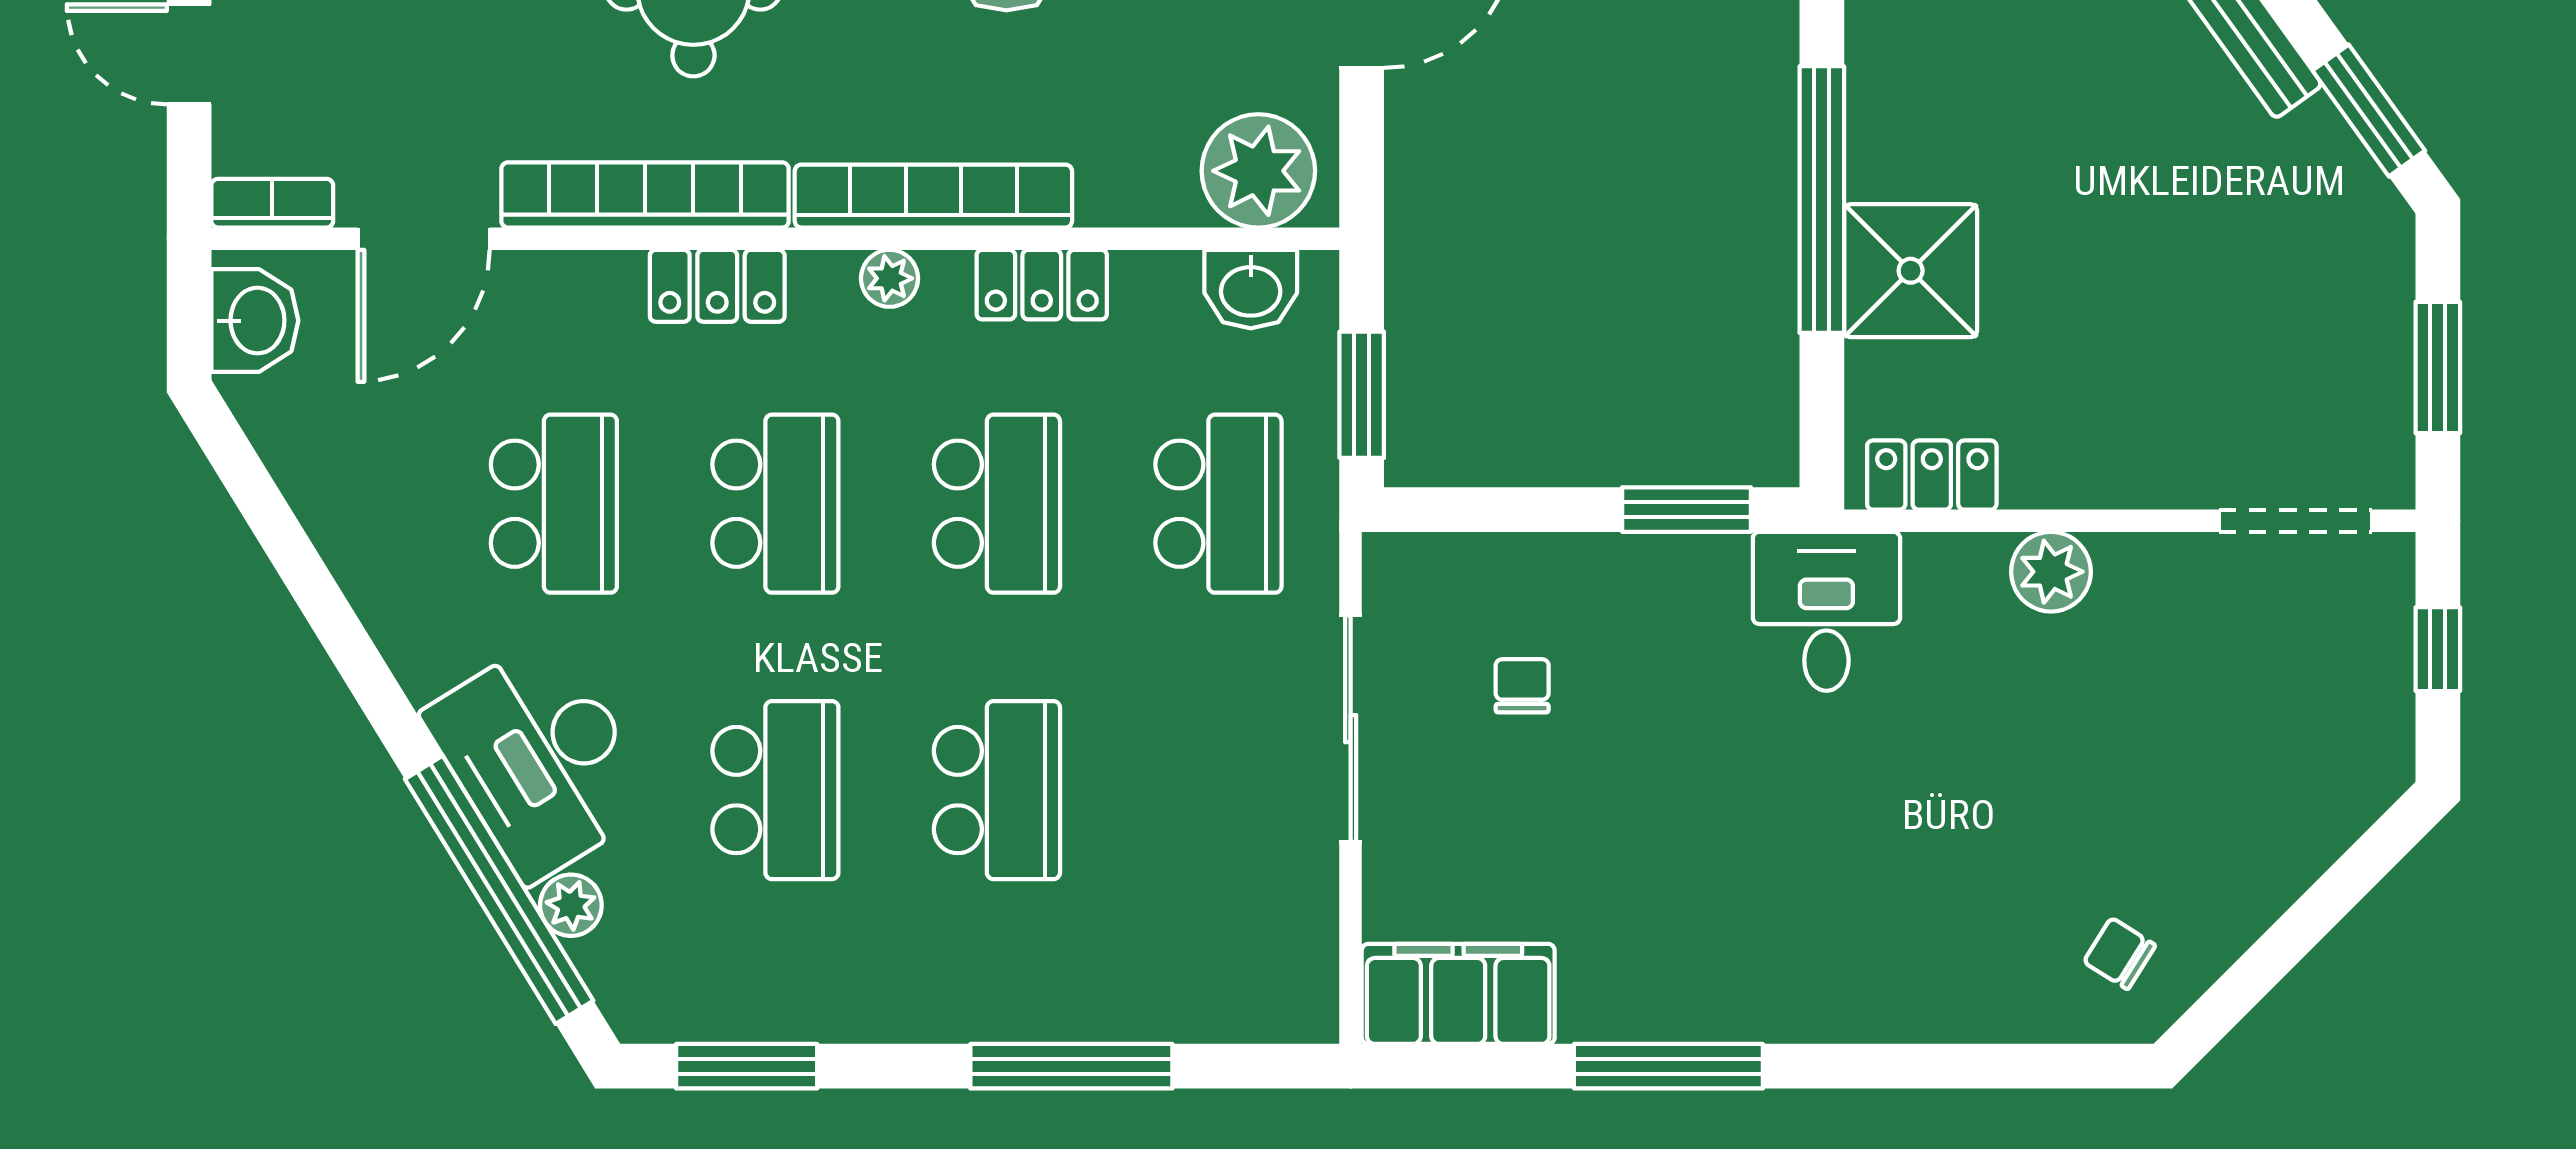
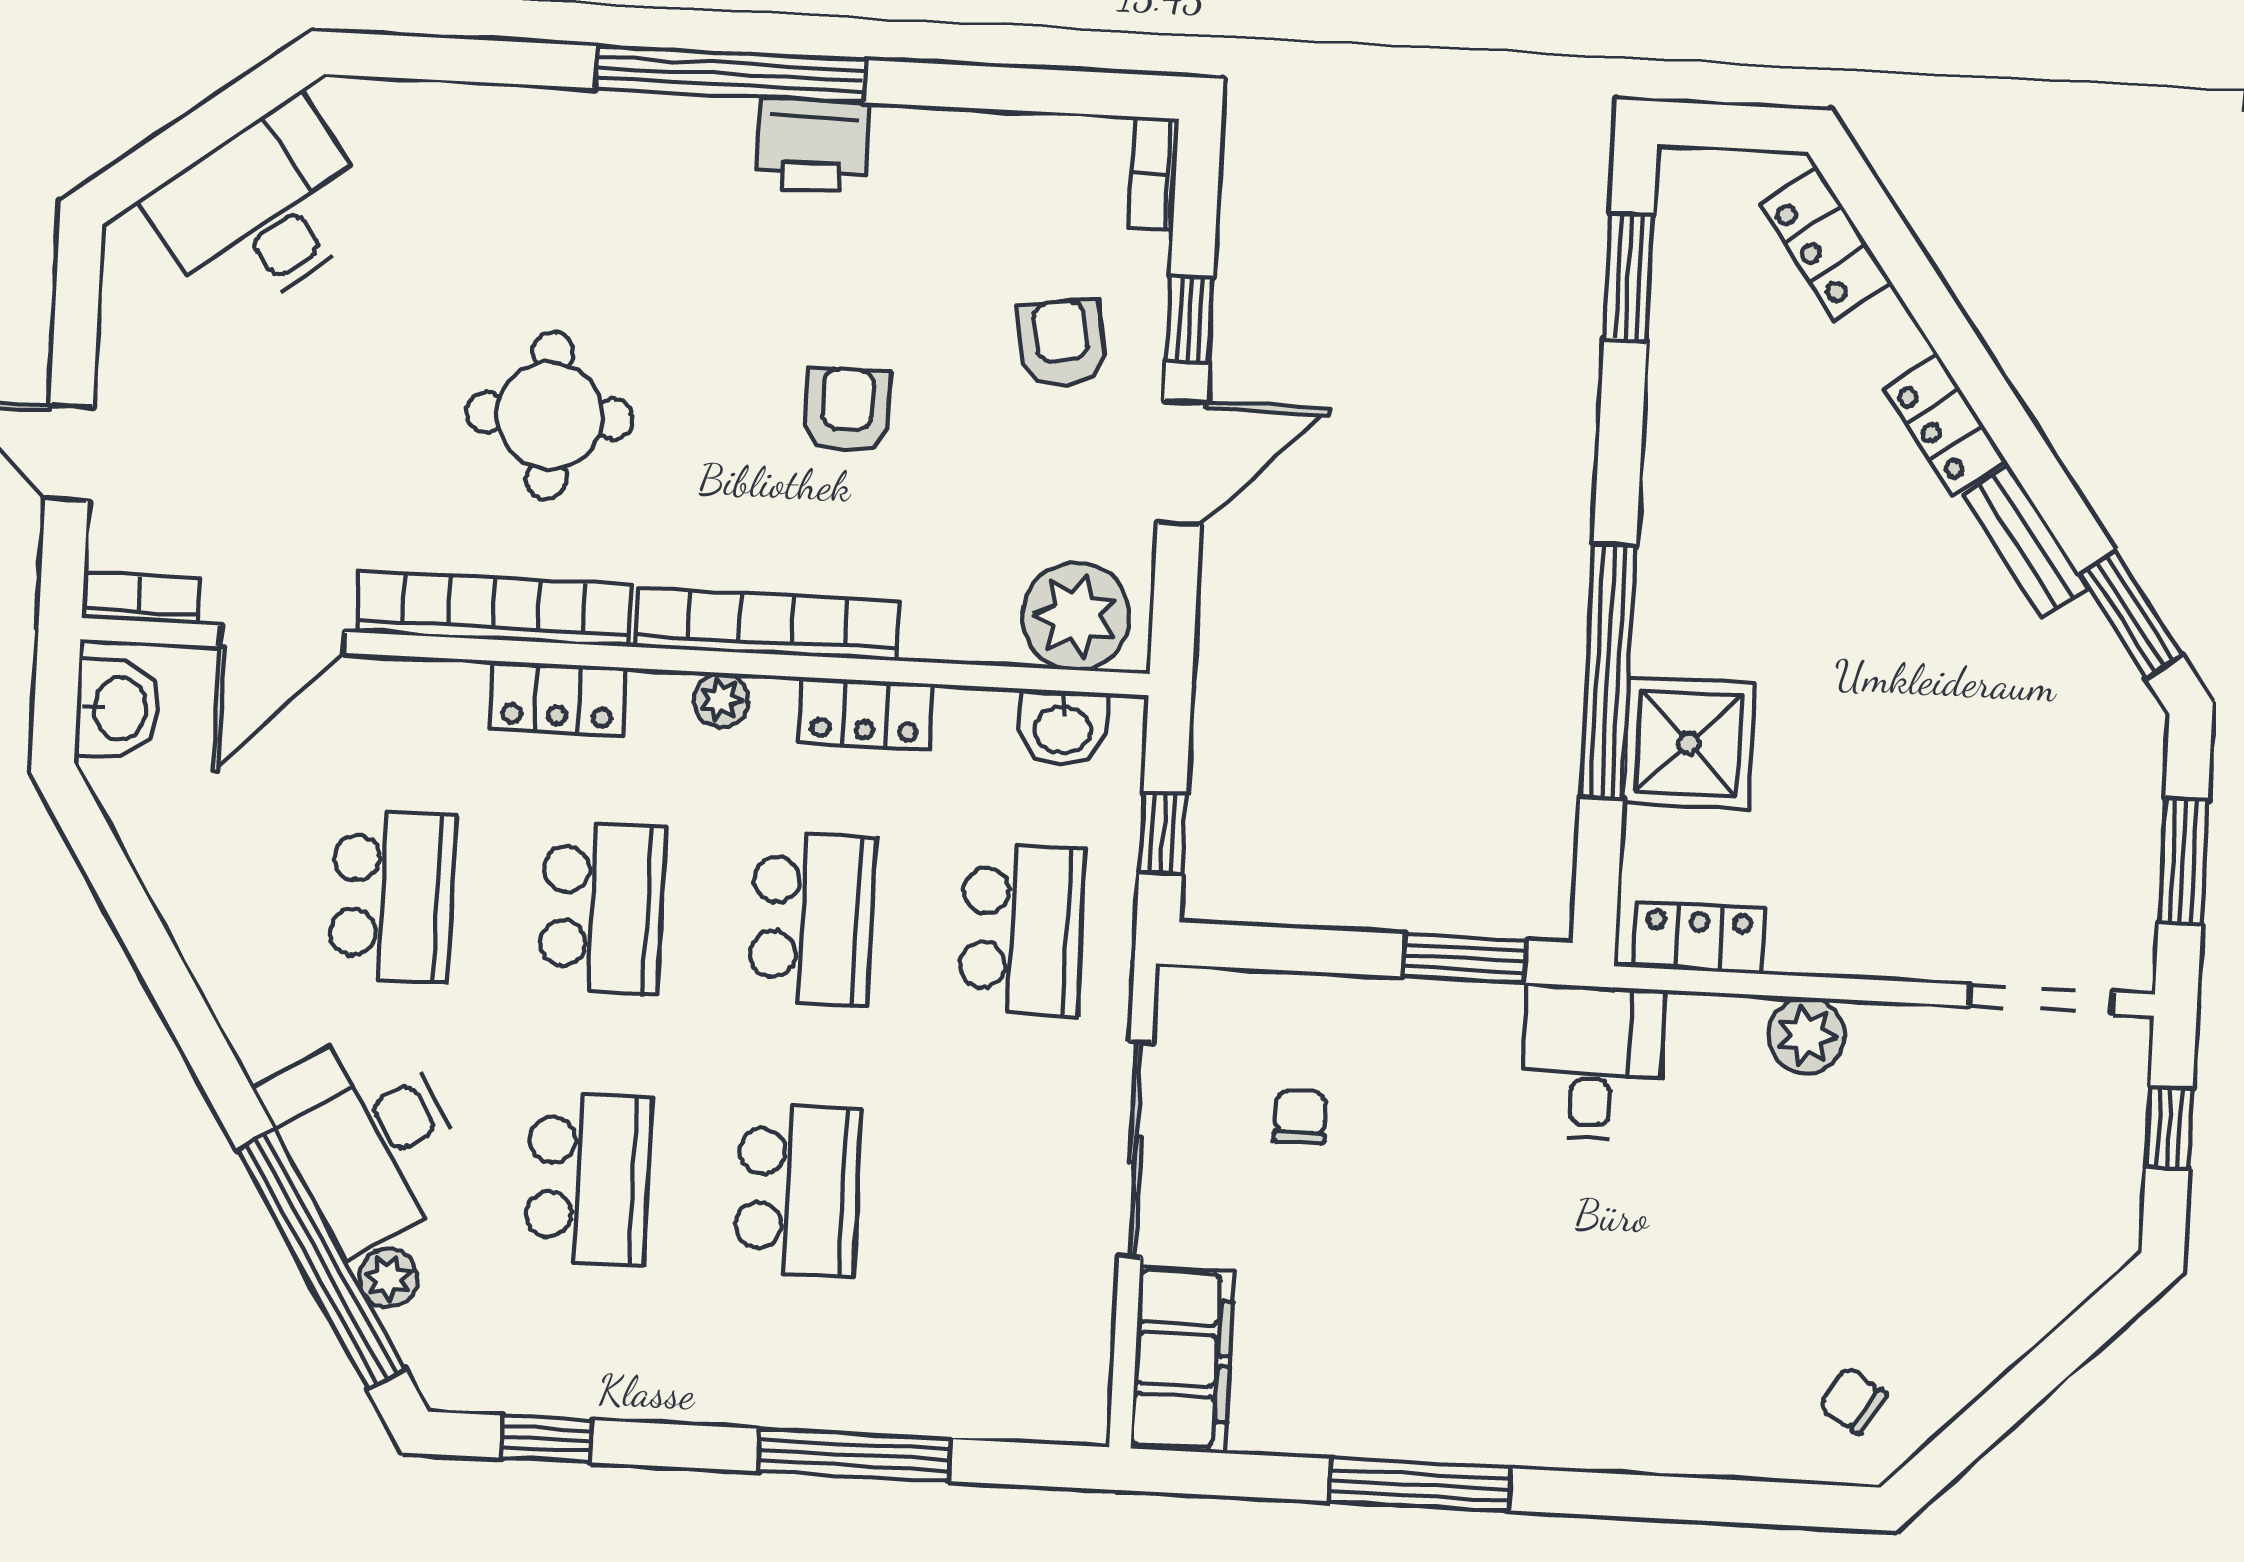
window: (1362, 395) -> (1163, 834), width x0.67
filing cabinet: (1458, 994) -> (1183, 1360), moved, turned 90
window: (747, 1066) -> (547, 1439), width x0.67

